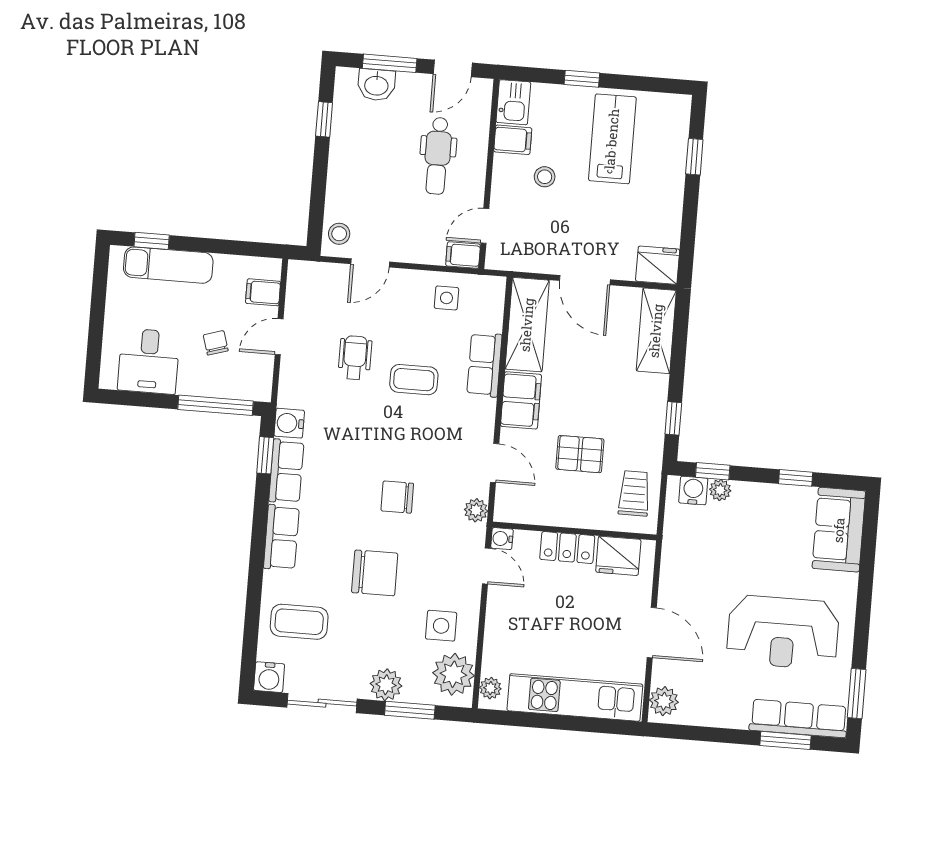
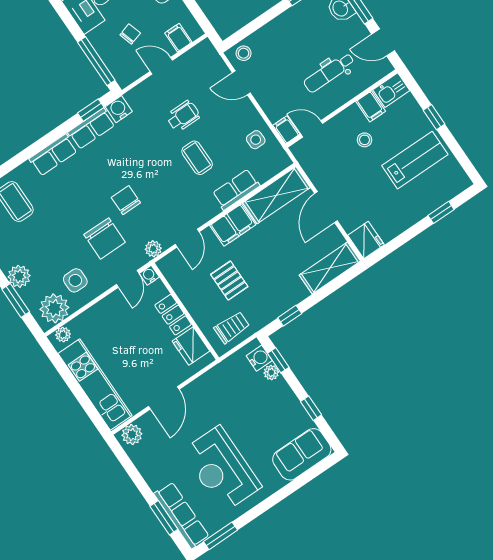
chair: (375, 573) -> (105, 238), moved

